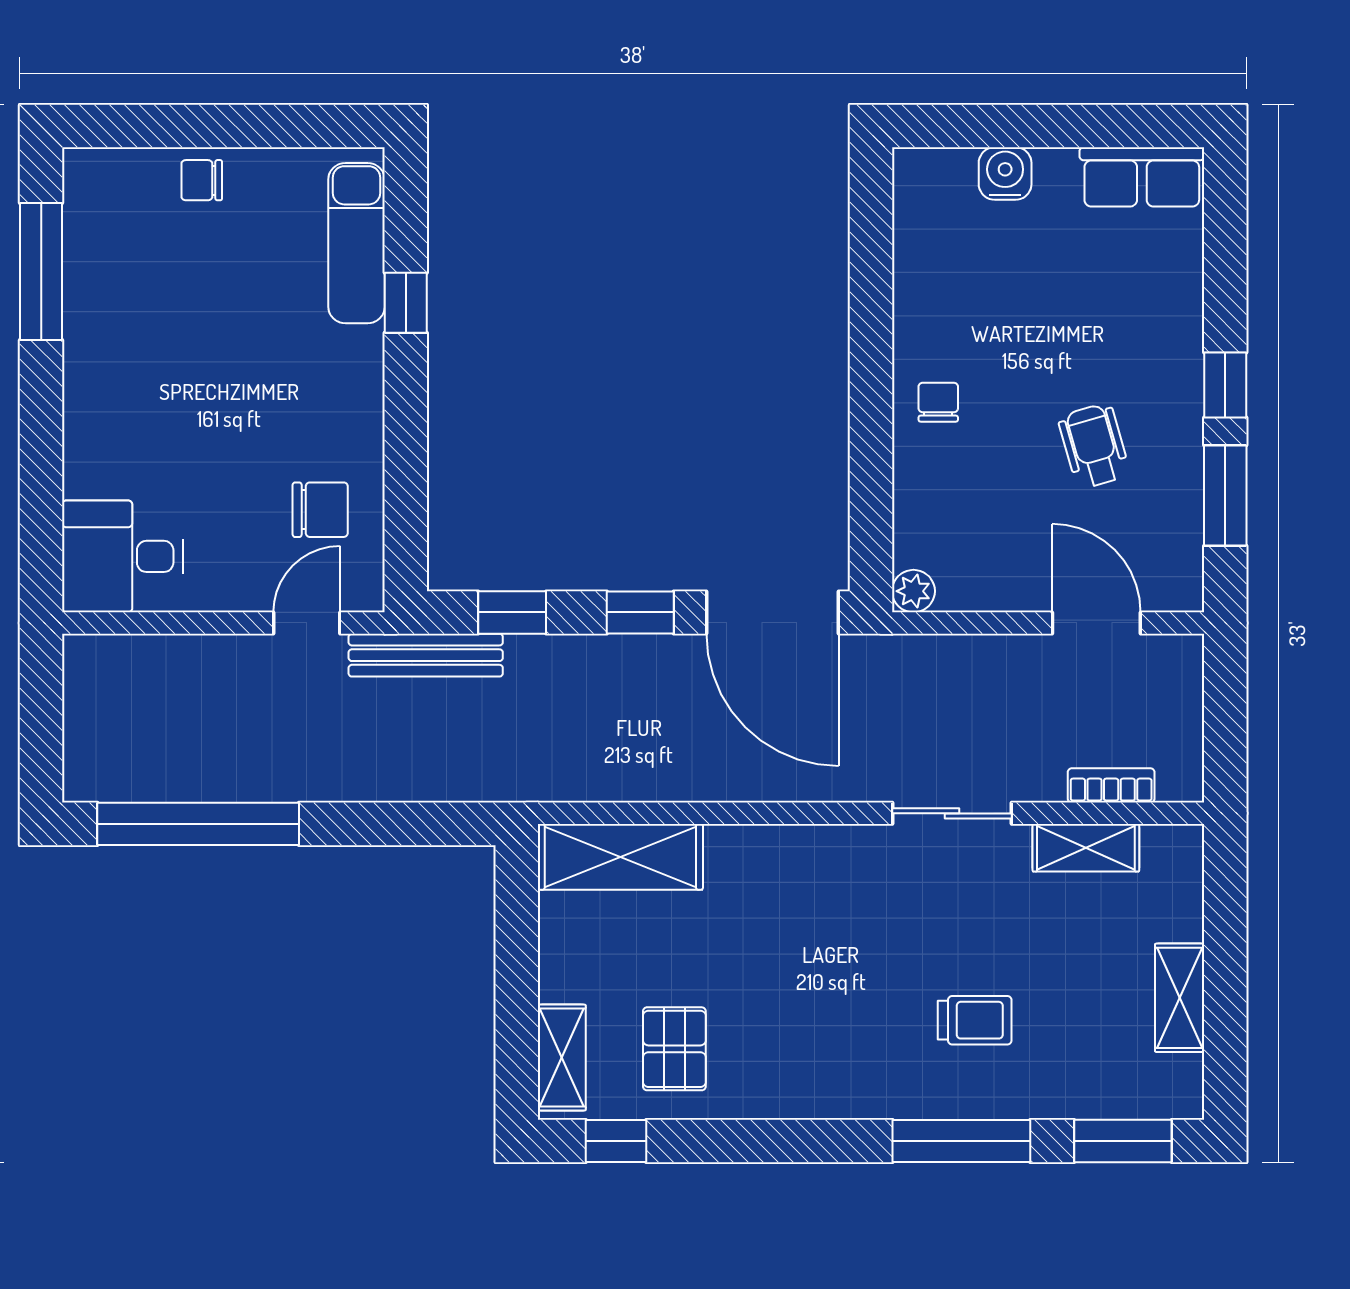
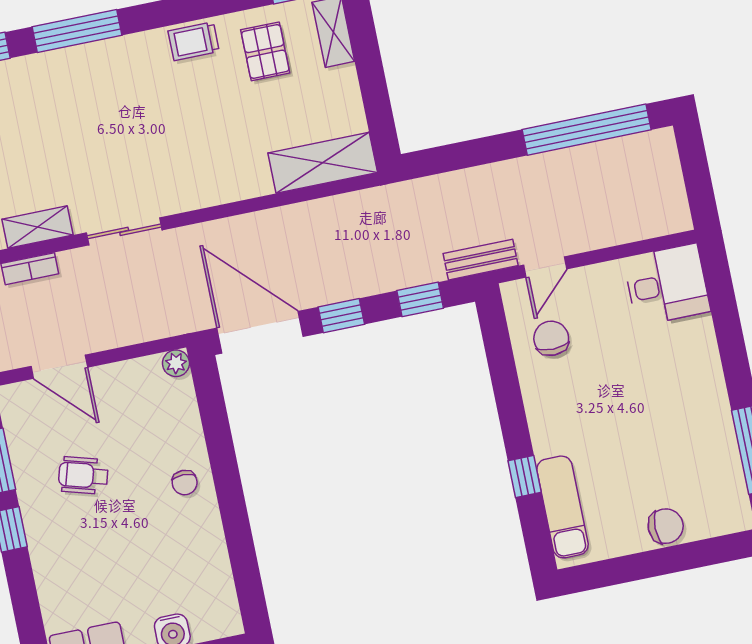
chair: (202, 180) -> (666, 526), width x1.37, depth x1.37
wheelchair: (1094, 446) -> (83, 475), turned 122
chair: (320, 510) -> (551, 338), turned 90
bench: (426, 655) -> (481, 260), width x0.73
trolley: (975, 1020) -> (194, 41), moved

